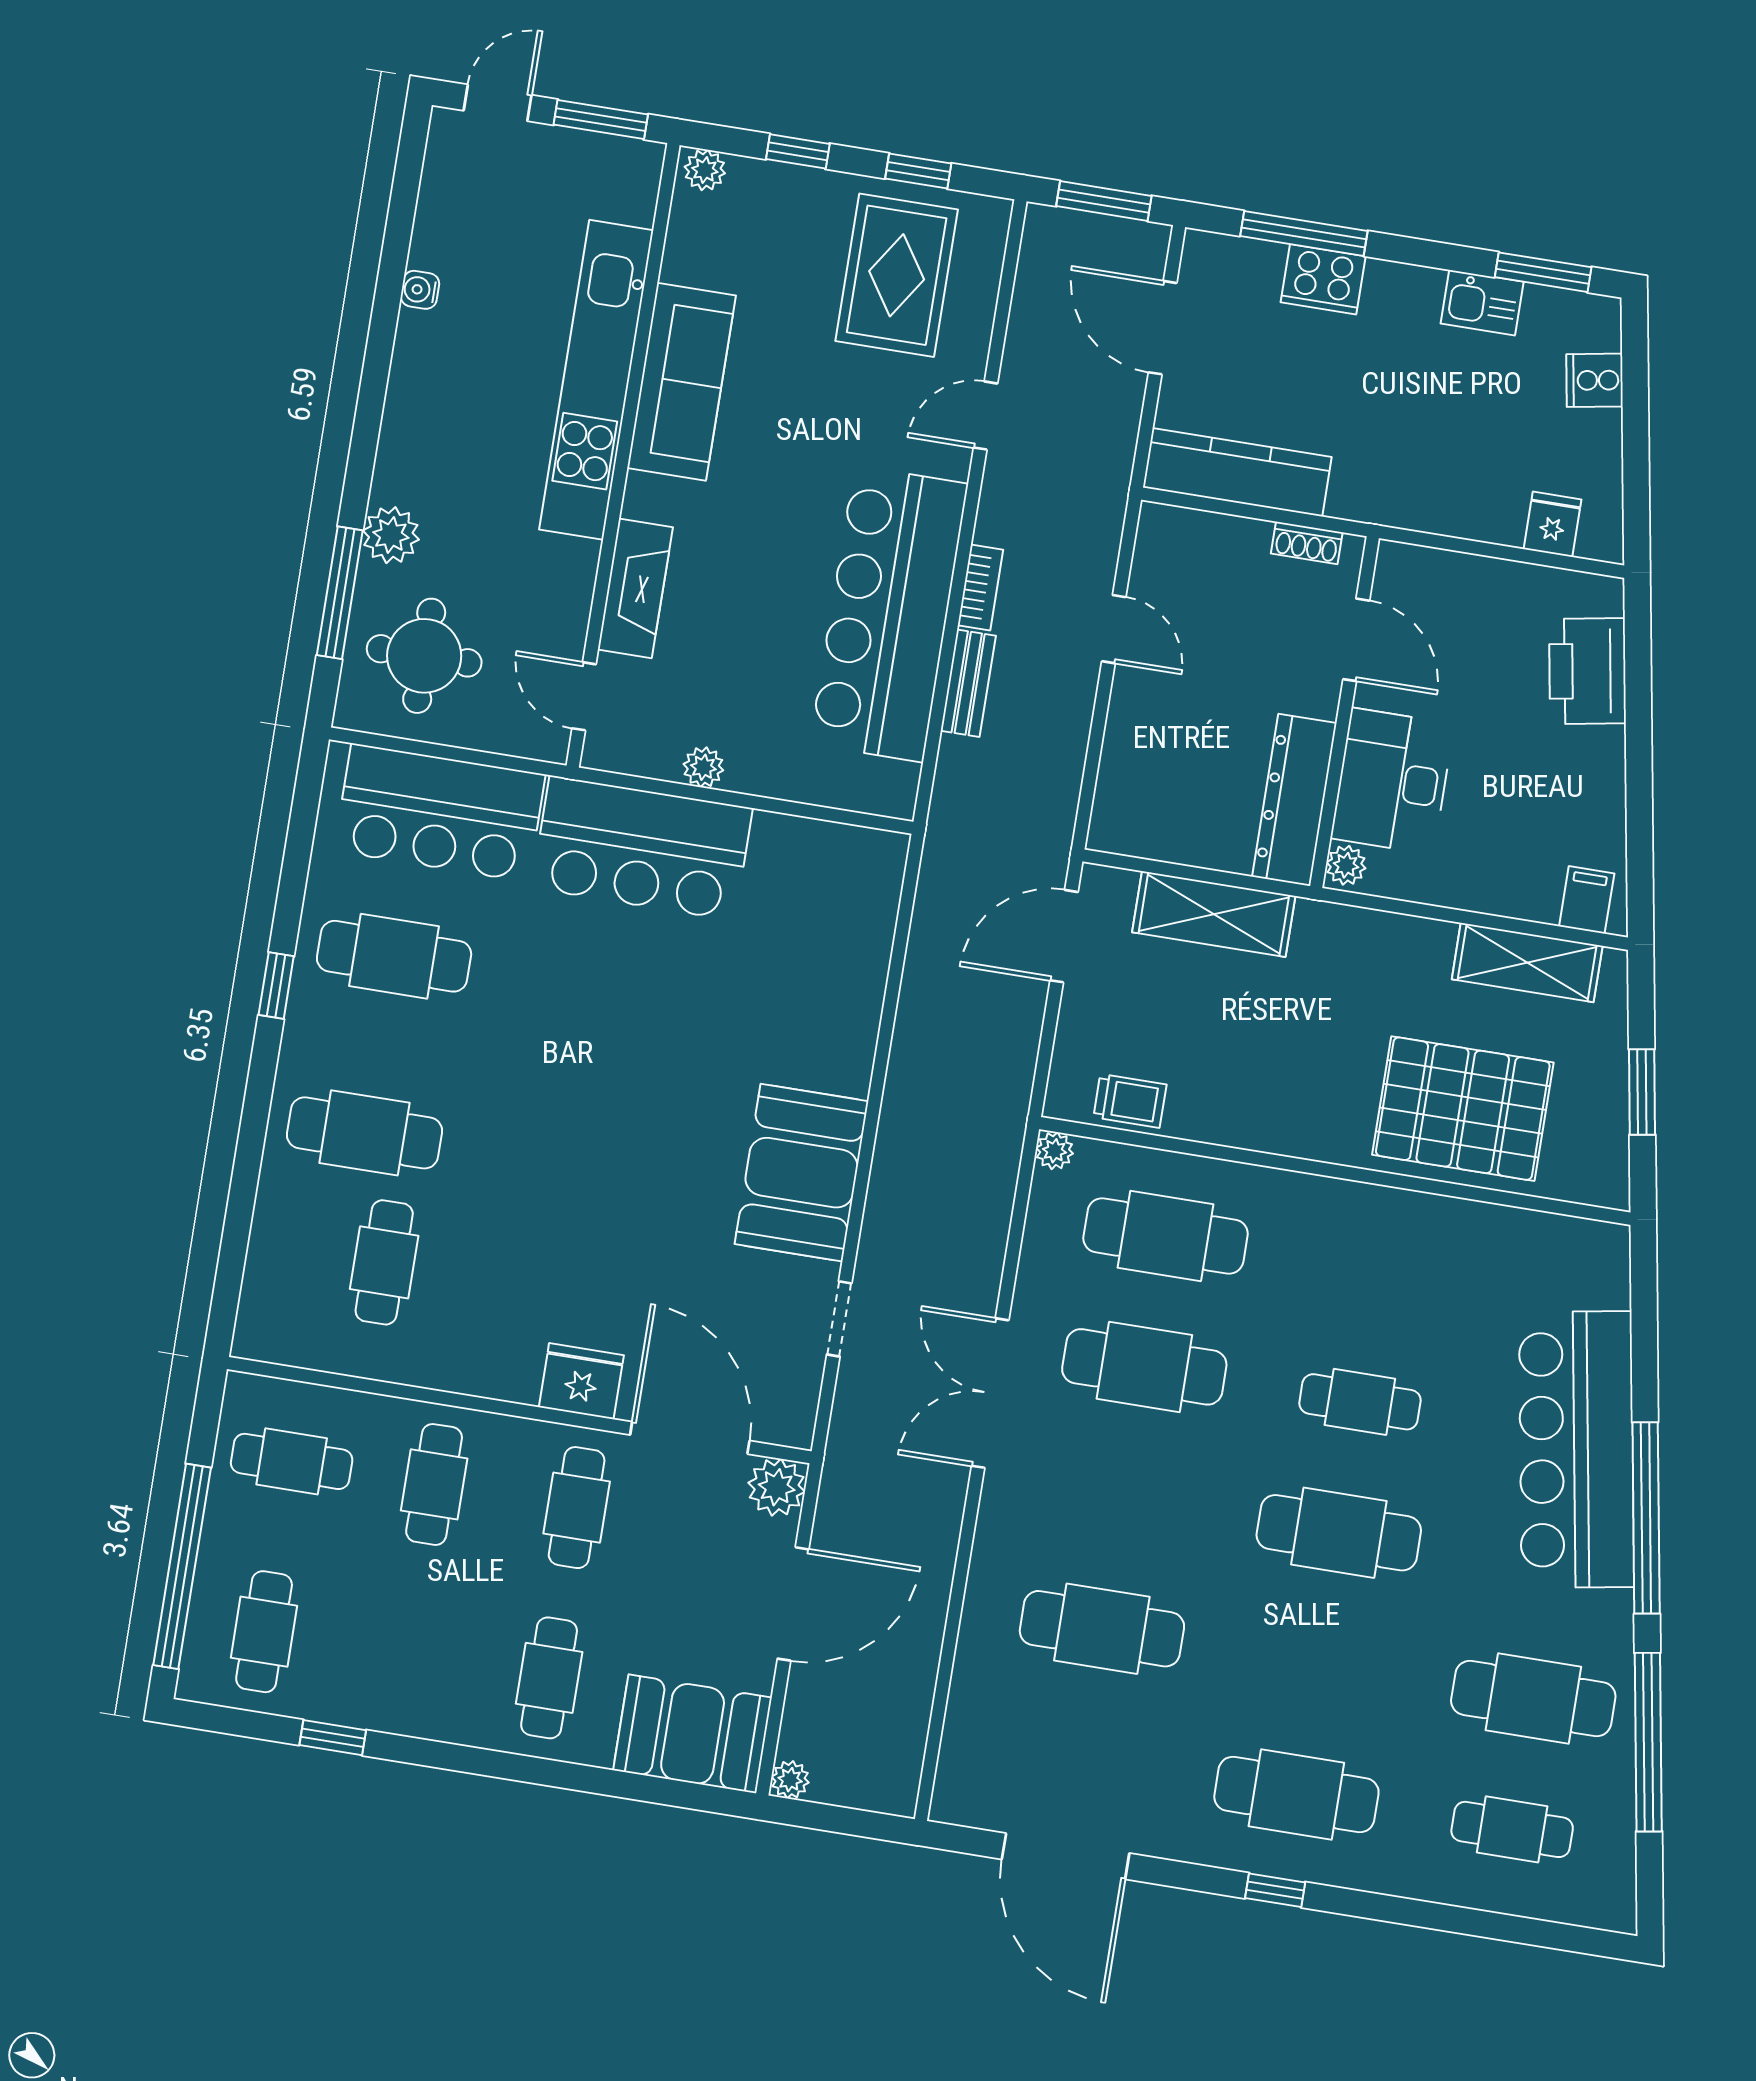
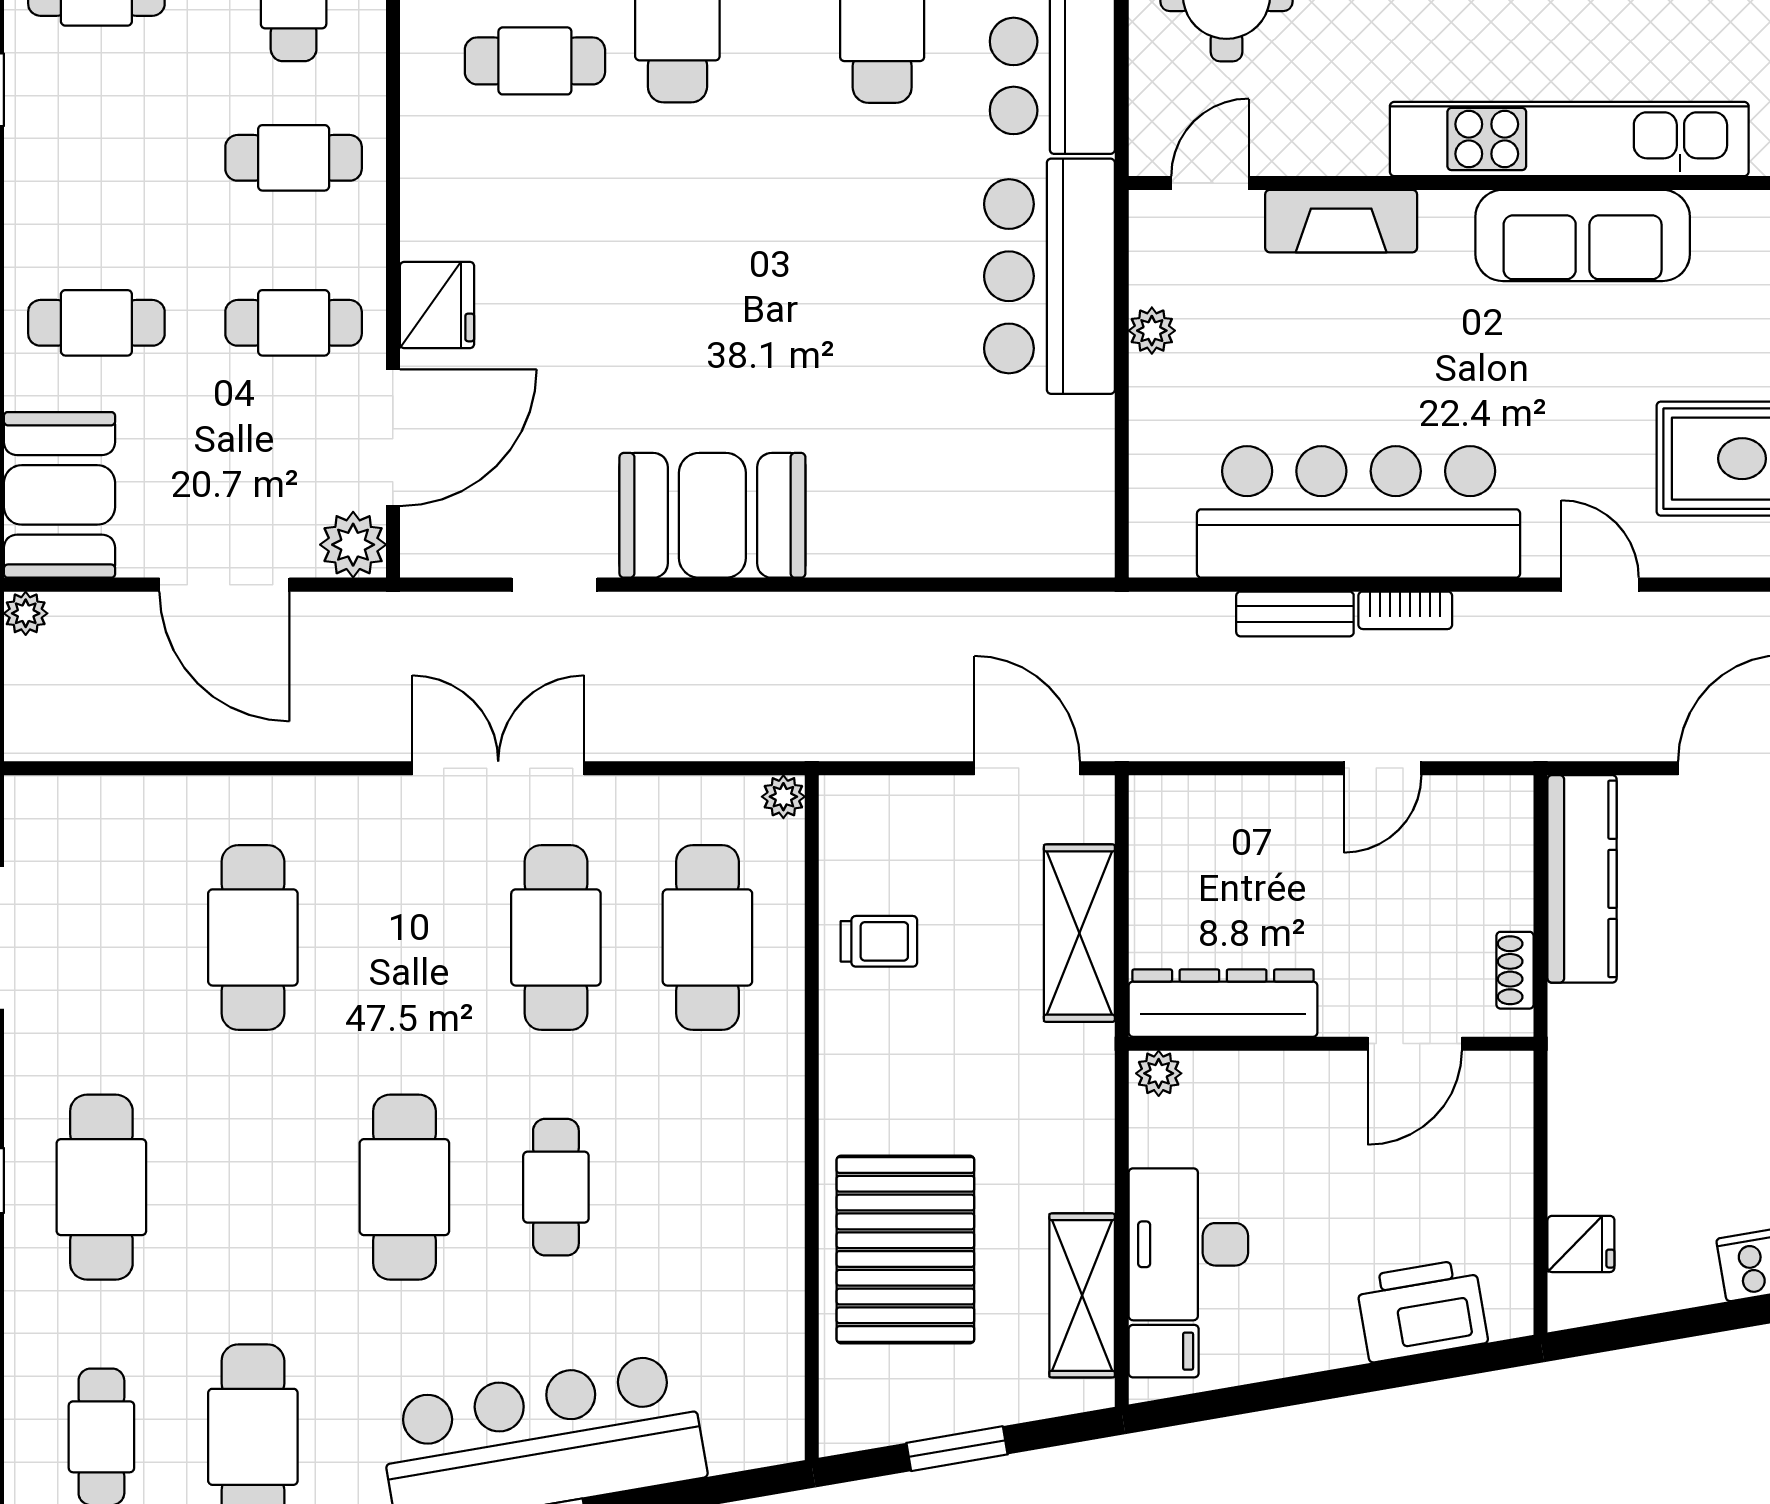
desk: (1392, 781) -> (1188, 1244), moved, turned -90
trolley: (1130, 1101) -> (879, 941), moved, turned -90

